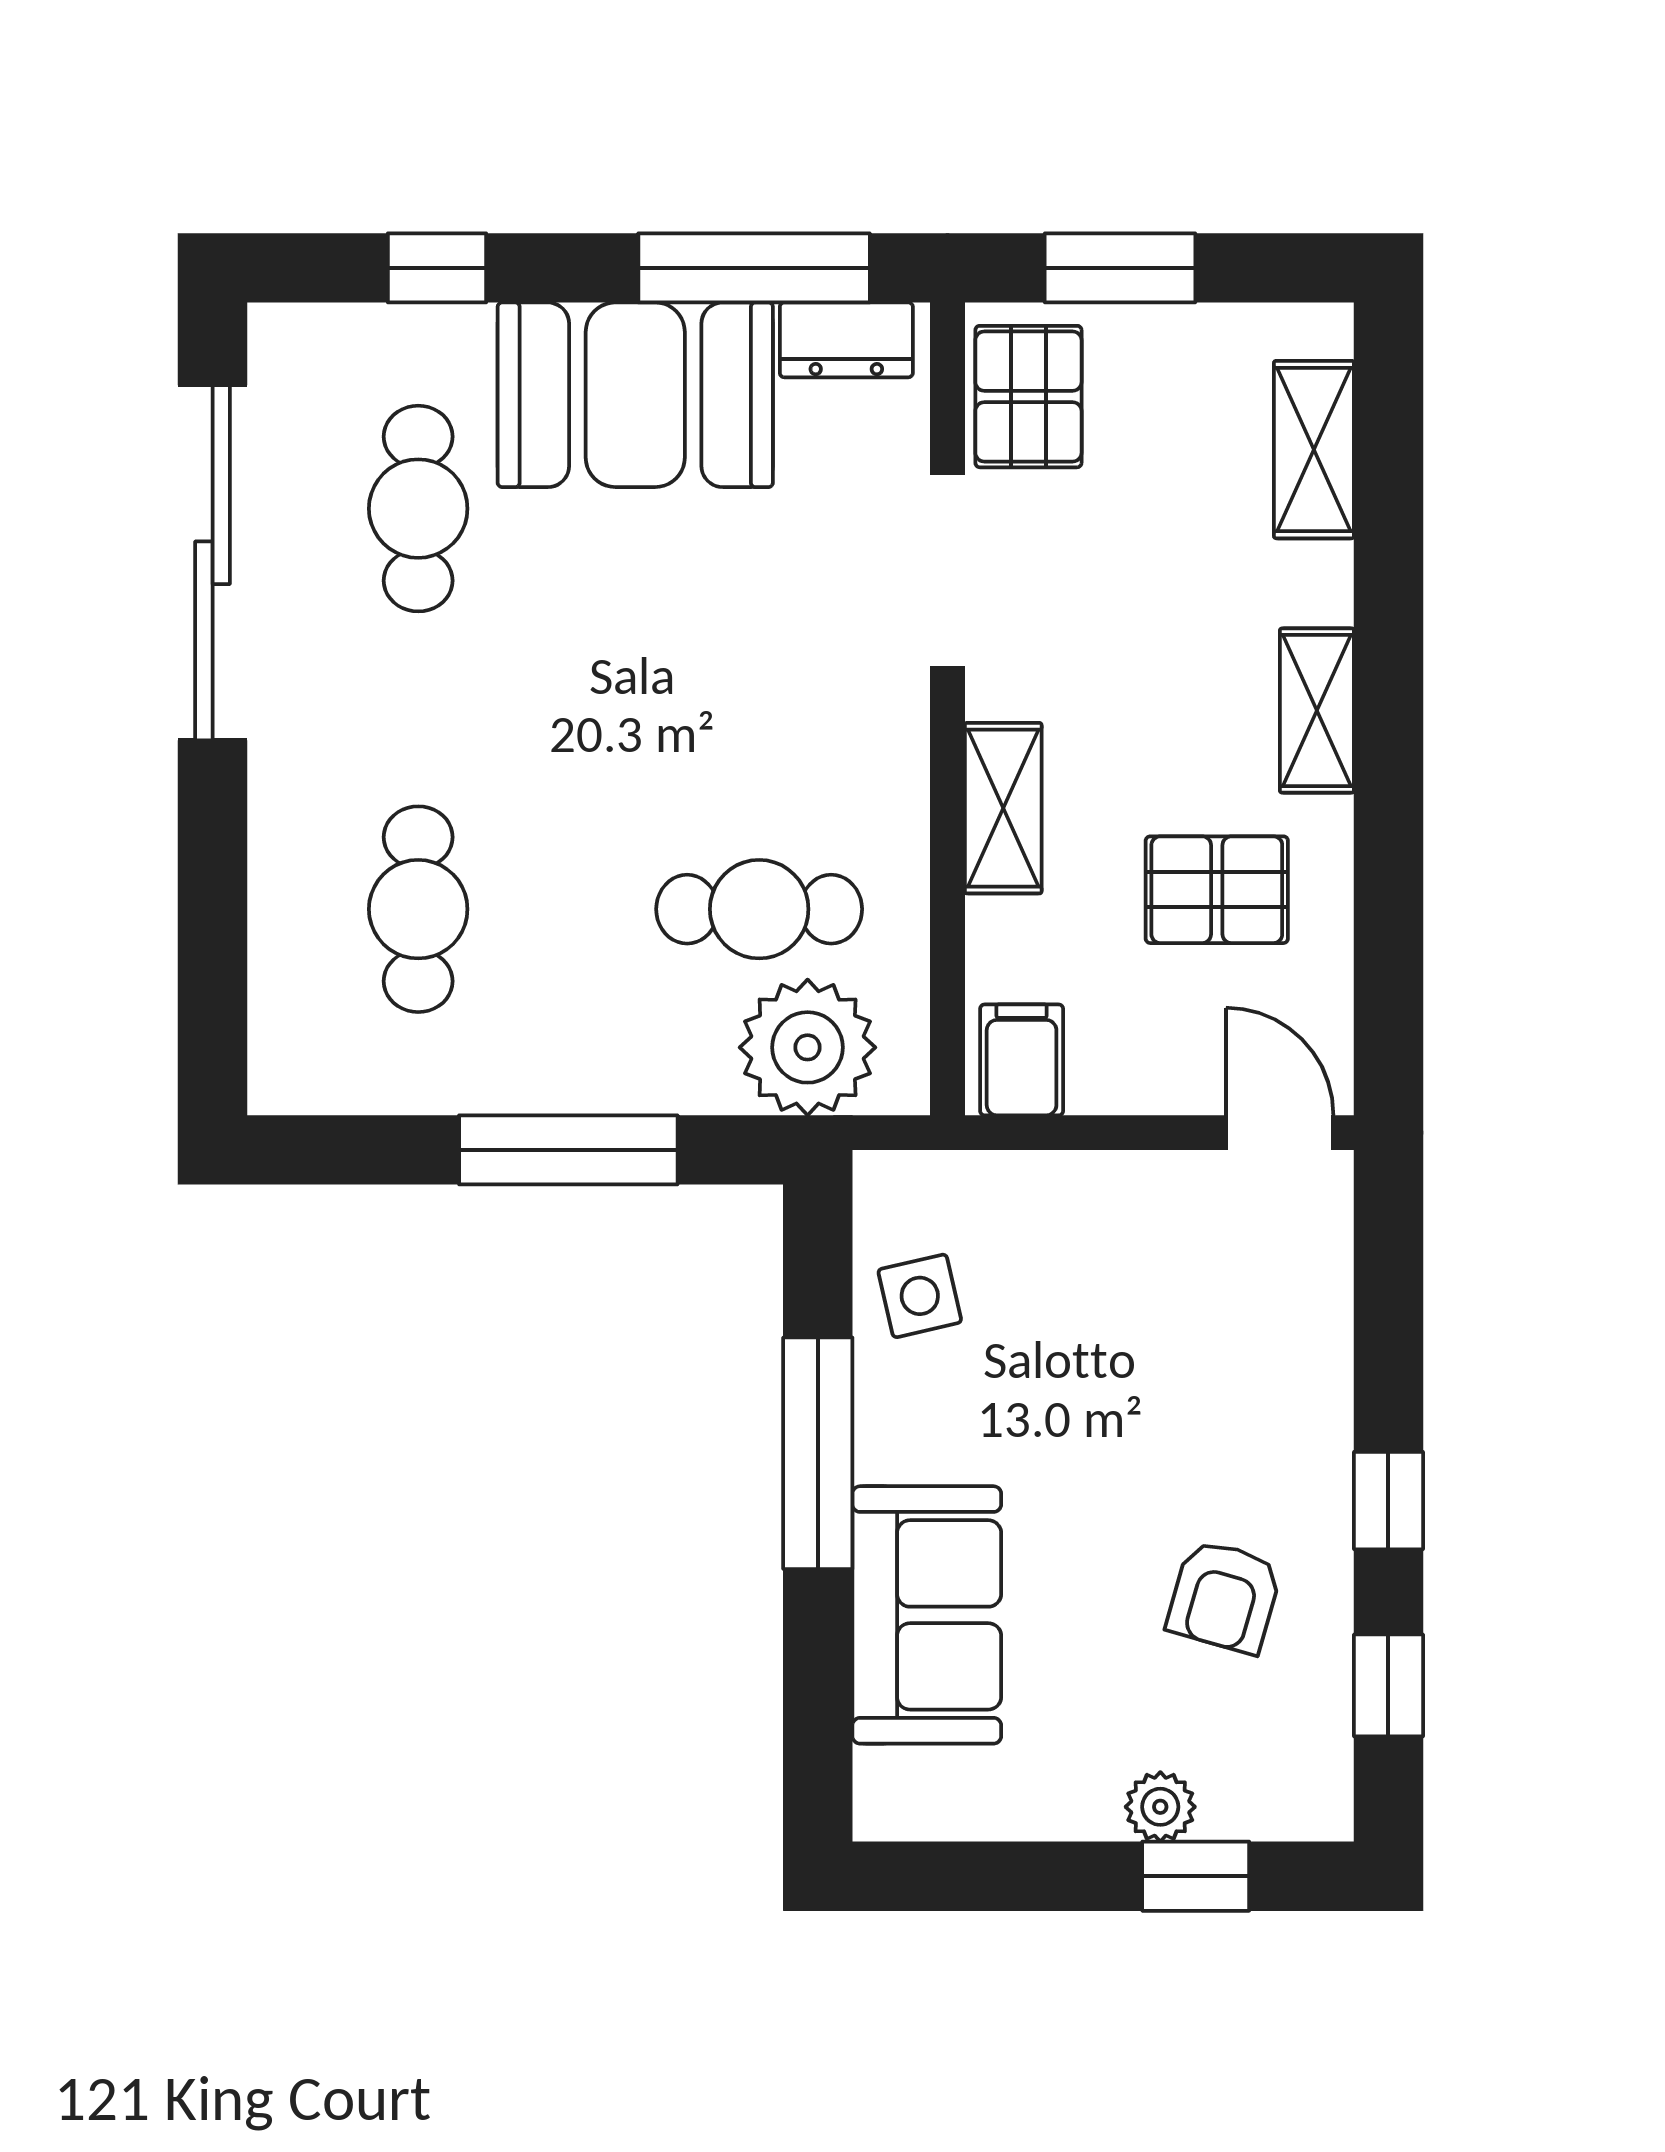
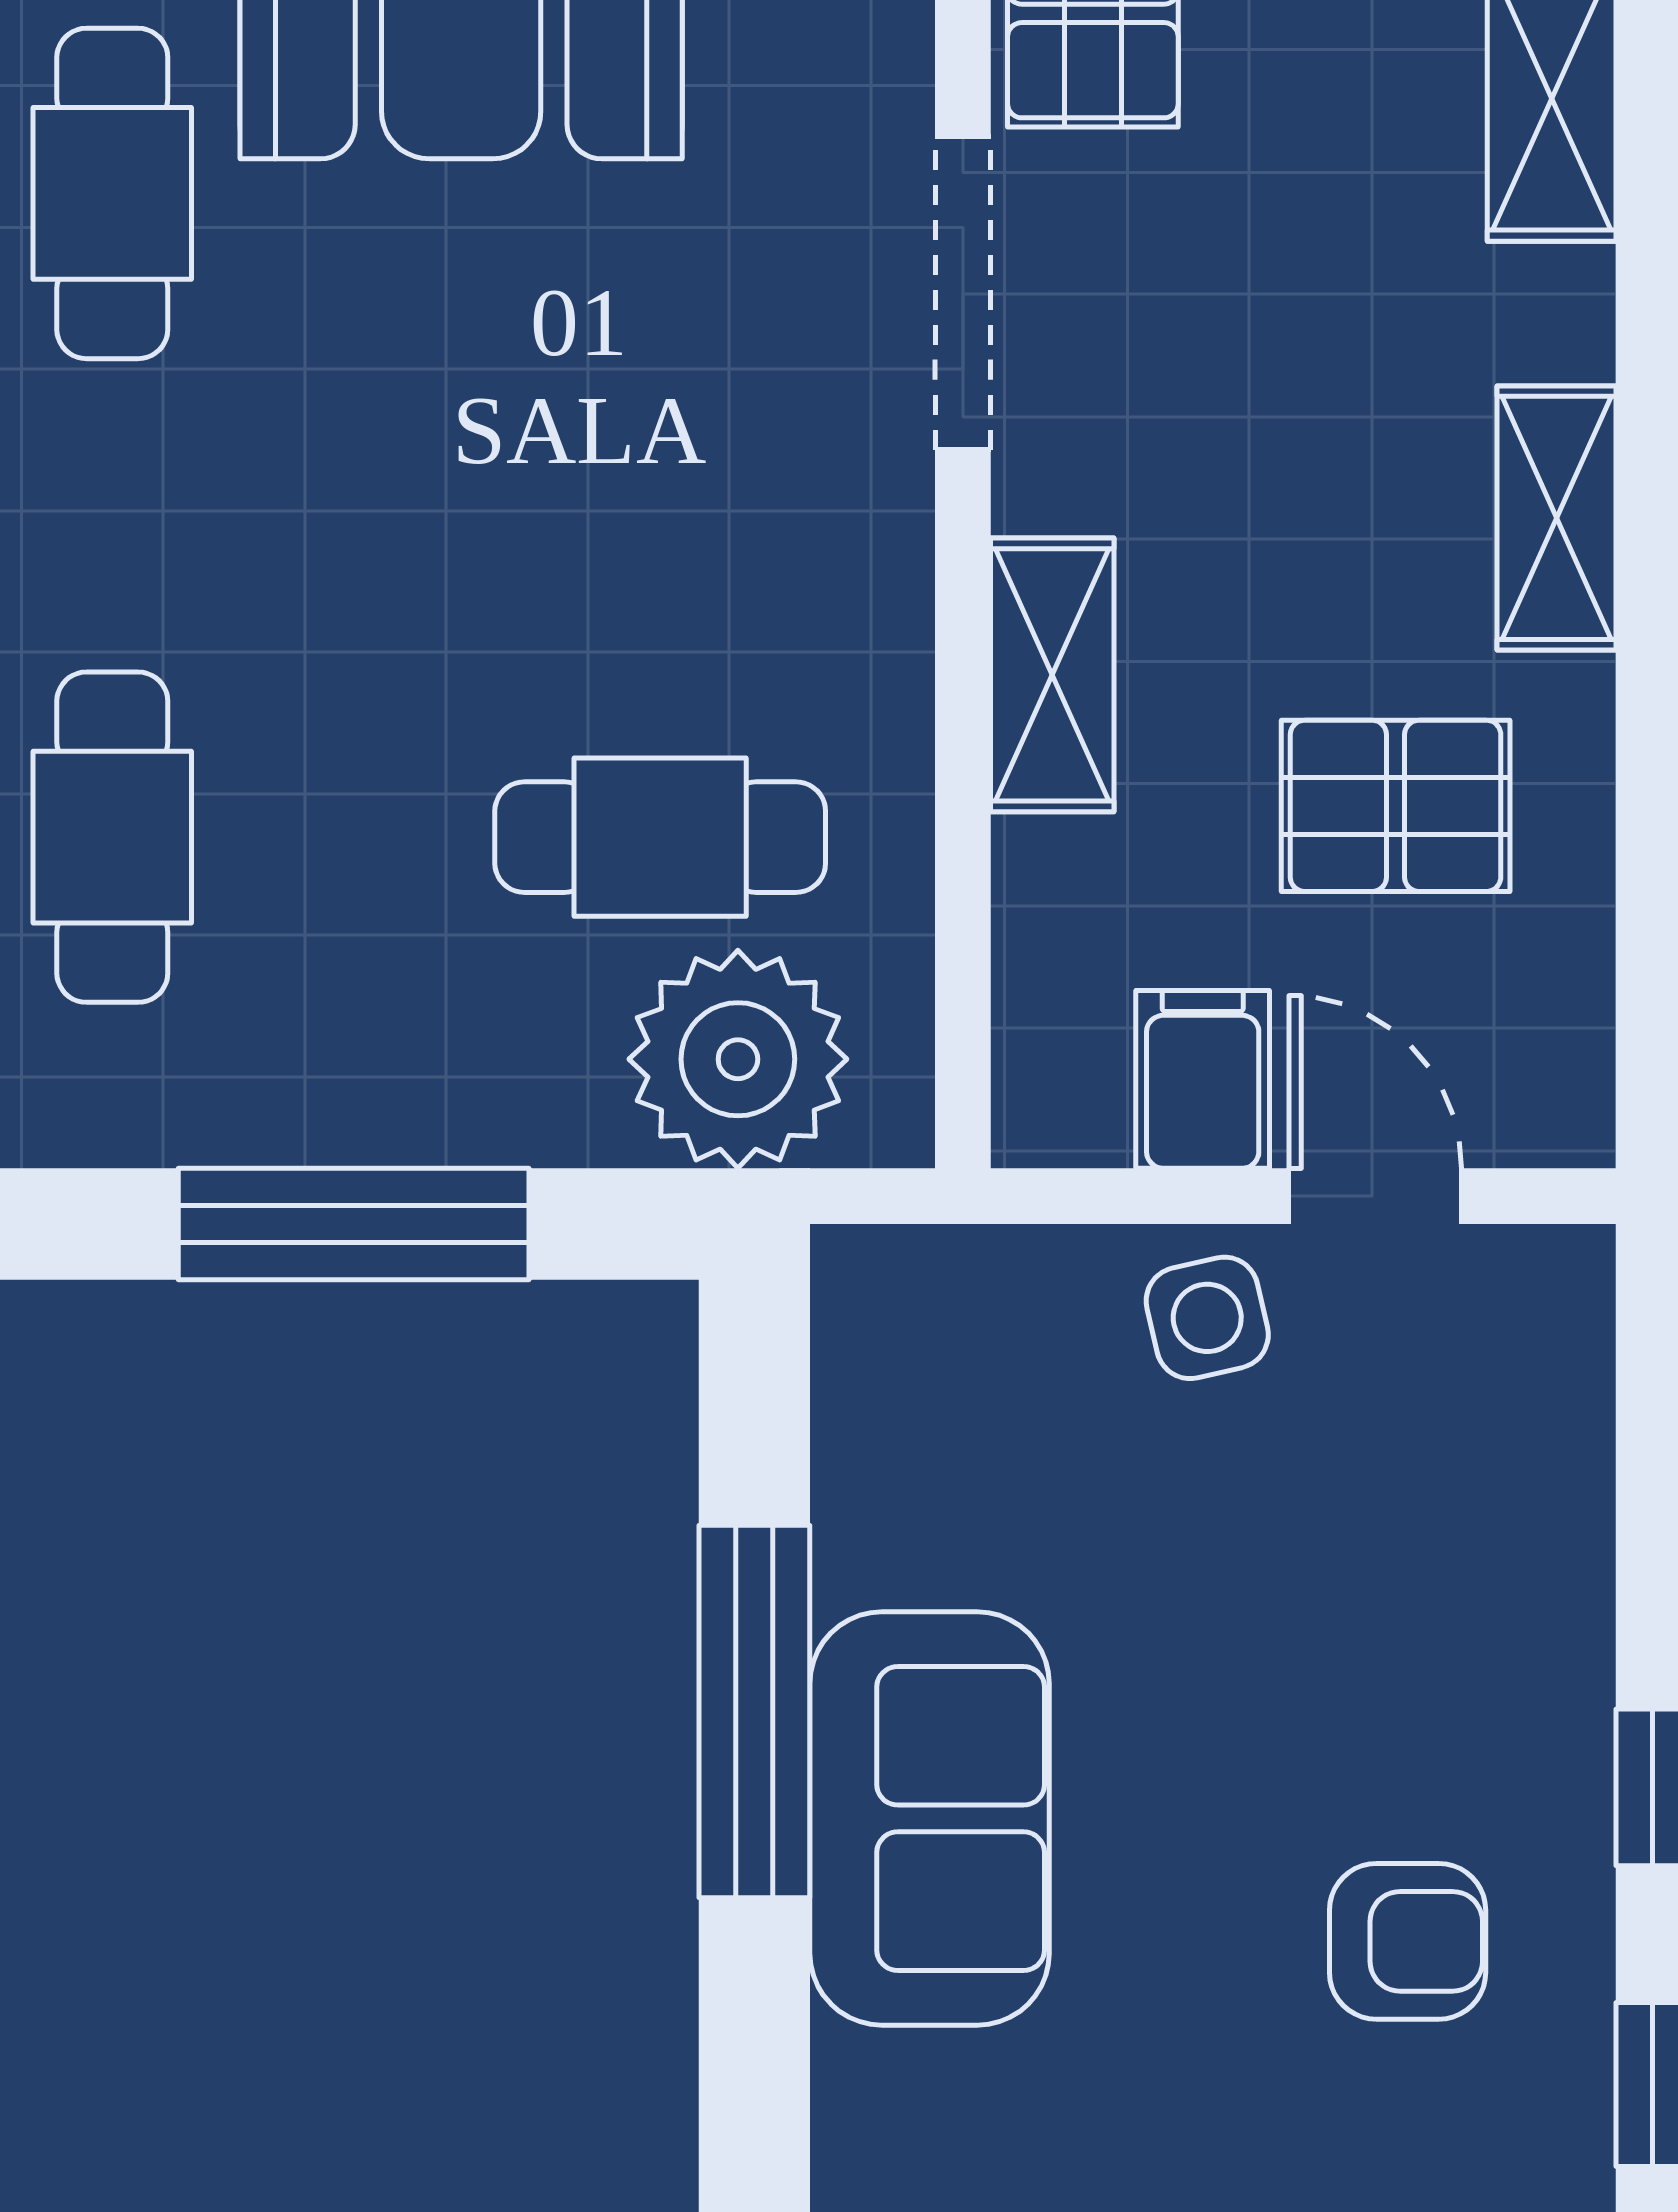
filing cabinet: (1022, 1060) -> (1203, 1079), moved
door: (1280, 1133) -> (1375, 1196), moved
side table: (920, 1296) -> (1207, 1318), moved
armchair: (1224, 1596) -> (1408, 1941), turned -106
sofa: (927, 1615) -> (930, 1818), moved

